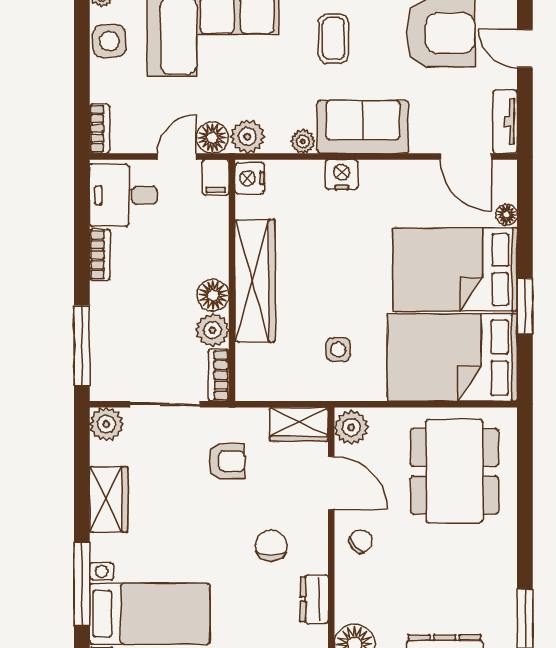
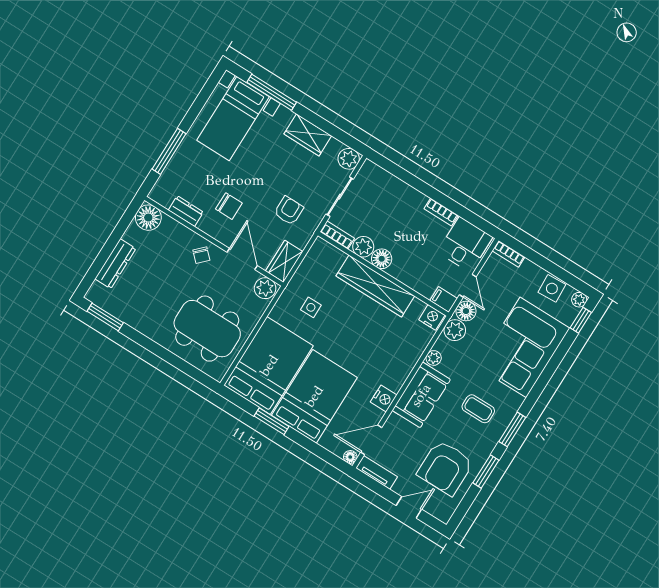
nightstand: (342, 175) -> (384, 399), moved
floor lamp: (507, 215) -> (350, 457), moved
window: (82, 346) -> (399, 172), removed
armchair: (227, 461) -> (289, 211), turned 180
door: (331, 483) -> (242, 259), swing flipped

